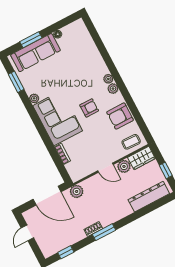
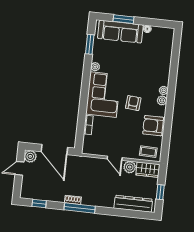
armchair: (89, 108) -> (133, 103), turned -85
plant: (77, 191) -> (30, 156), moved
window: (104, 232) -> (80, 208), width x1.44

